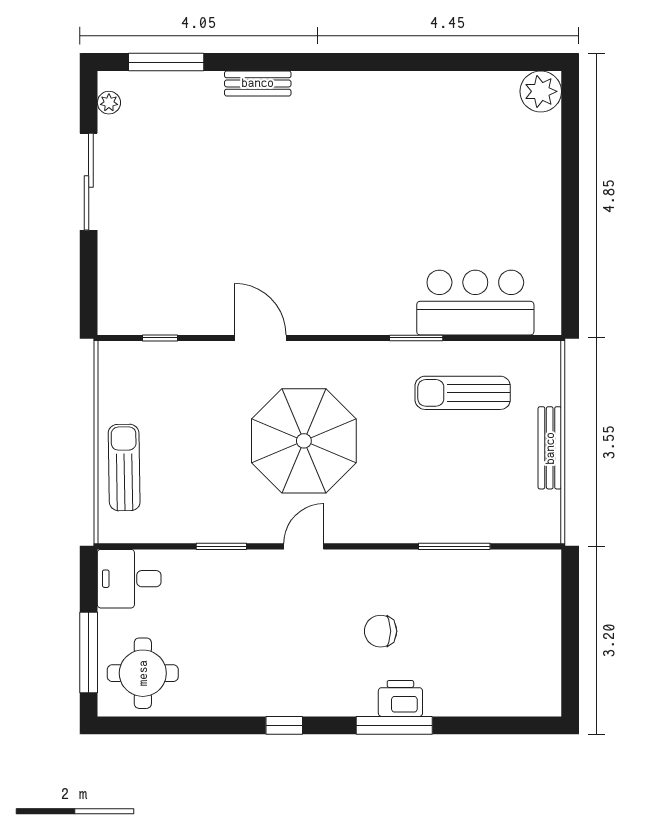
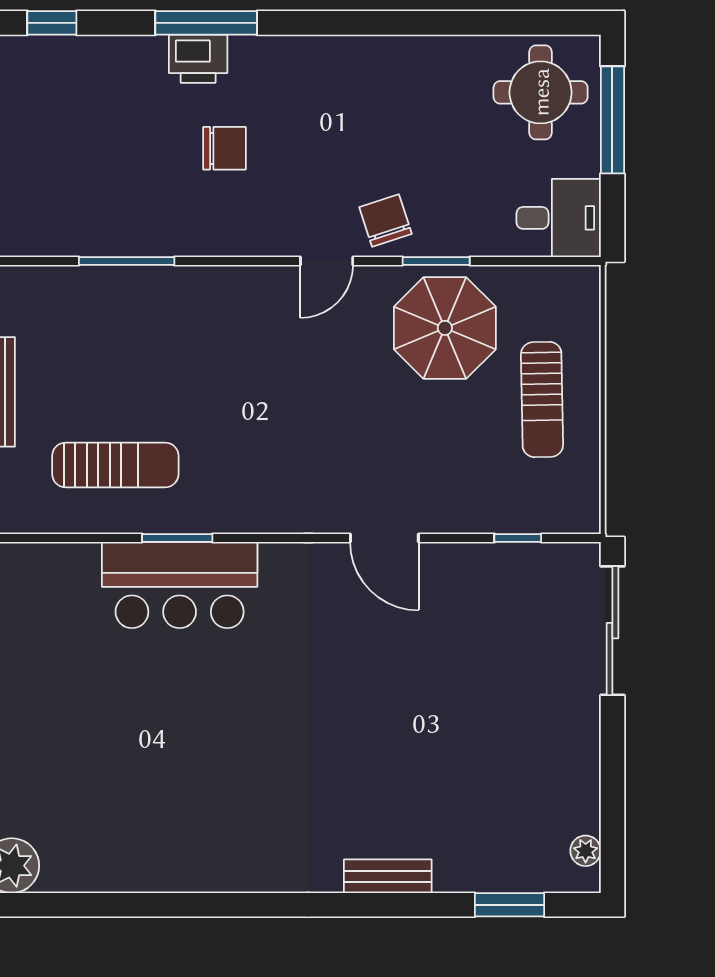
window: (166, 62) -> (510, 905), width x0.69
sliding door: (89, 182) -> (612, 631), moved
bar counter: (475, 303) -> (180, 585), moved
parasol: (304, 441) -> (445, 328), moved, width x0.73, depth x0.73
sun lounger: (124, 468) -> (542, 400), moved
chair: (259, 577) -> (385, 221), added
window: (284, 725) -> (52, 23), moved

